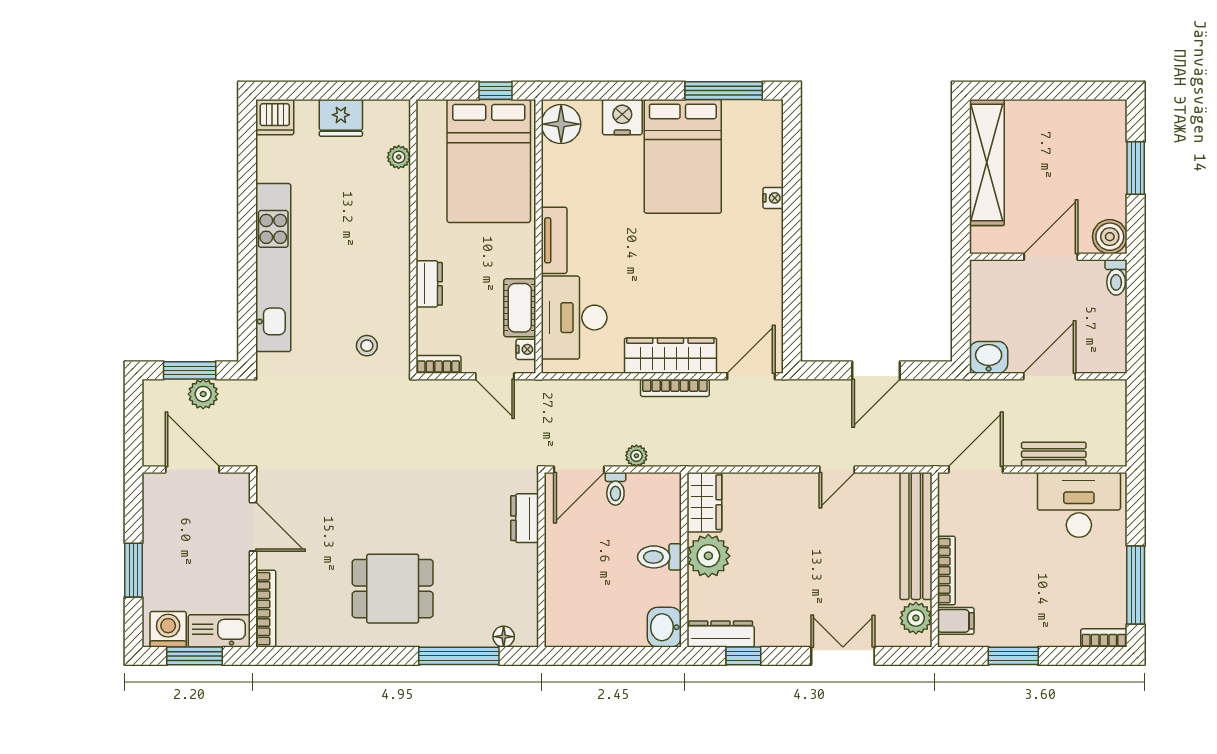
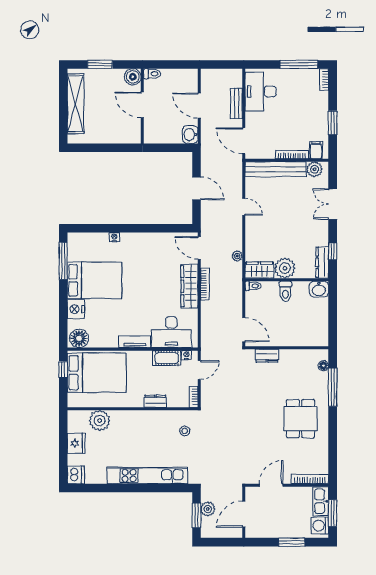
plant: (399, 157) -> (100, 421), width x1.88, depth x1.88
shelving: (987, 163) -> (76, 104), moved, turned 90
plant: (636, 456) -> (237, 256), moved
toilet: (615, 489) -> (253, 286), moved

